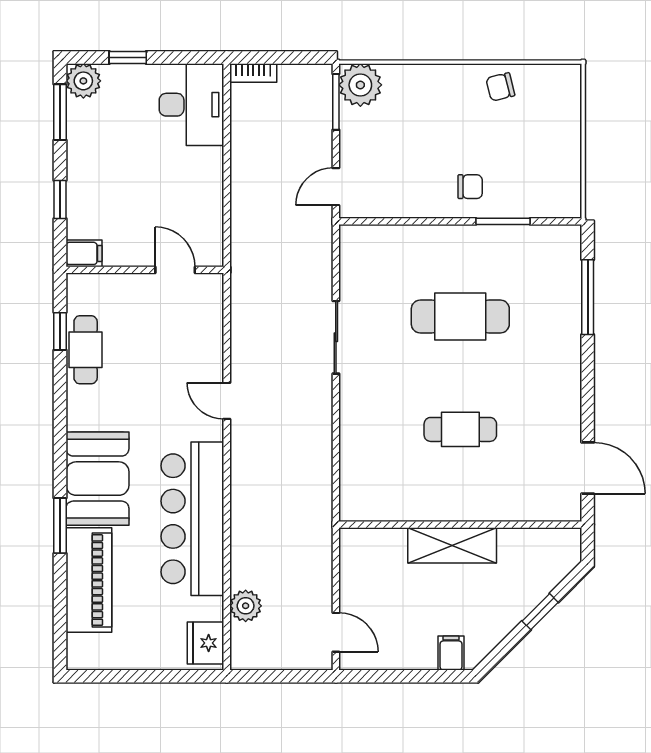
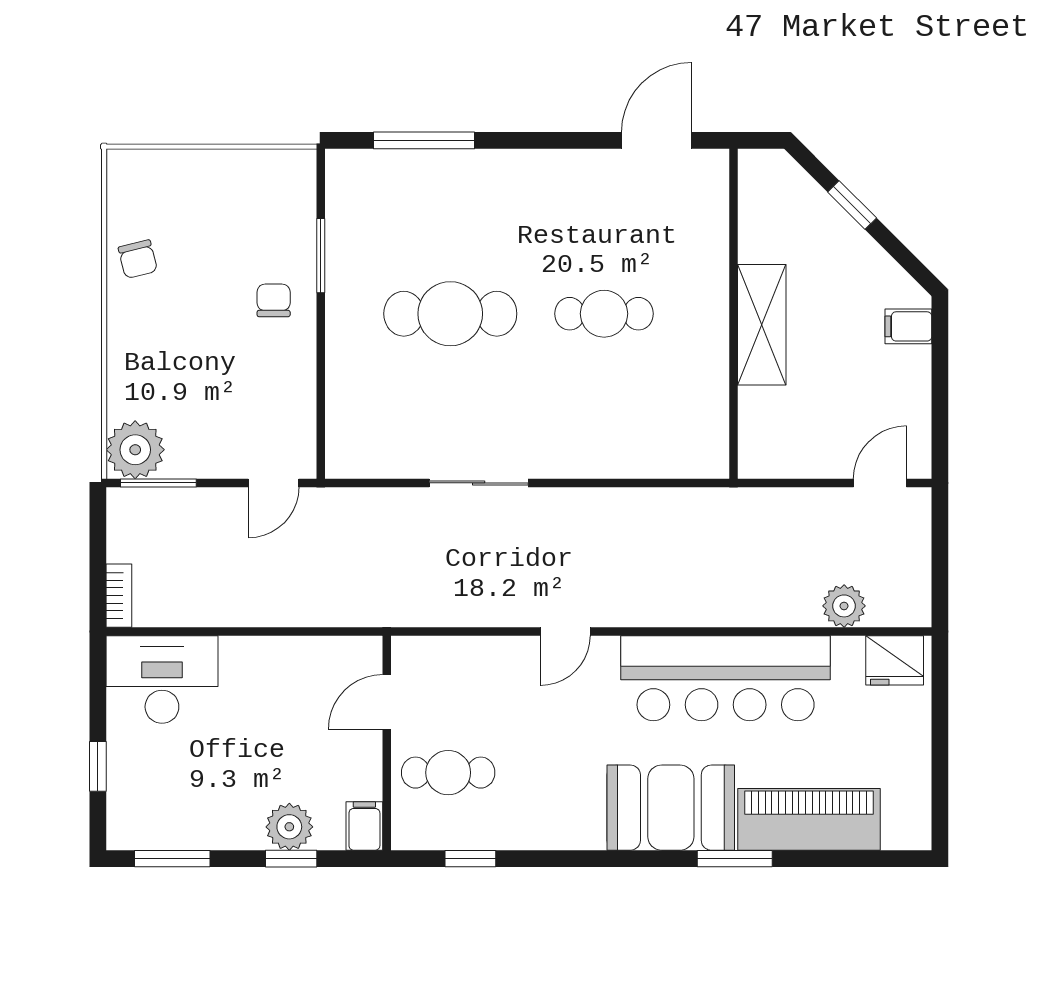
plant: (83, 81) -> (289, 827), moved
door: (336, 187) -> (274, 483), hinge flipped
cafe table: (460, 316) -> (450, 314), turned 90
cafe table: (86, 350) -> (448, 773), moved
cafe table: (460, 429) -> (604, 314), turned 90

